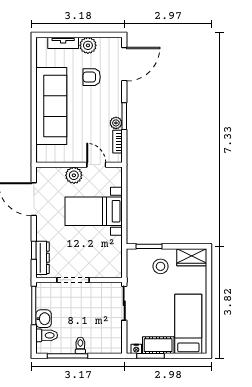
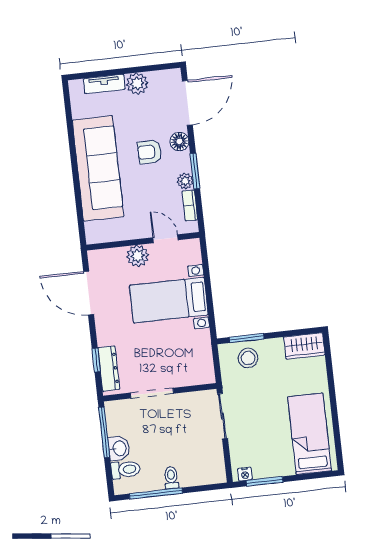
armchair: (92, 77) -> (150, 152), moved
floor lamp: (115, 93) -> (179, 142), added
stool: (160, 266) -> (248, 358), moved
cot: (158, 345) -> (273, 466), removed

